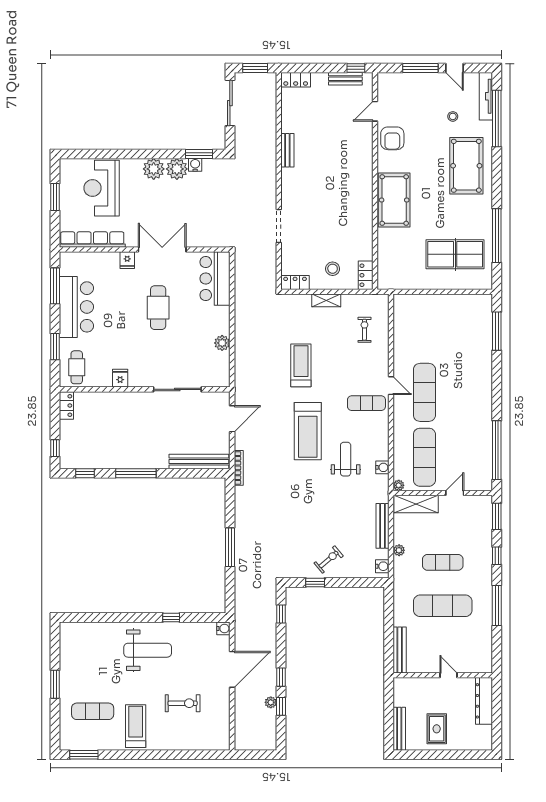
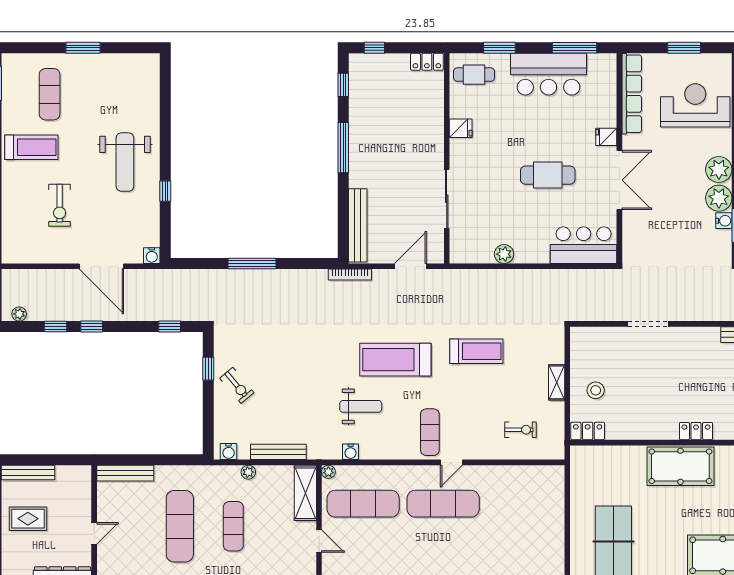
locker: (295, 282) -> (696, 431), moved, turned -90
door: (232, 419) -> (411, 266), swing flipped
plant: (271, 702) -> (19, 314), moved

